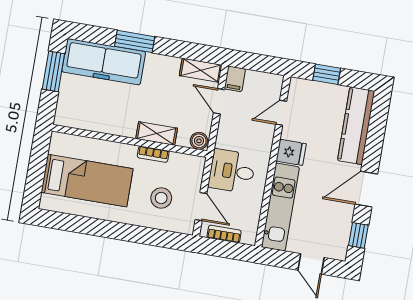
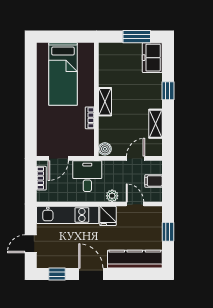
window: (135, 41) -> (168, 91), width x0.67
freezer: (104, 62) -> (152, 58), width x0.52, depth x0.79
shelving: (201, 70) -> (155, 124), moved
filing cabinet: (235, 79) -> (154, 181), moved
shelving: (157, 133) -> (105, 102), moved
plant: (265, 142) -> (112, 196), added
stool: (161, 198) -> (60, 129), removed

